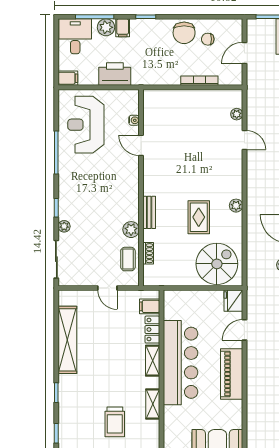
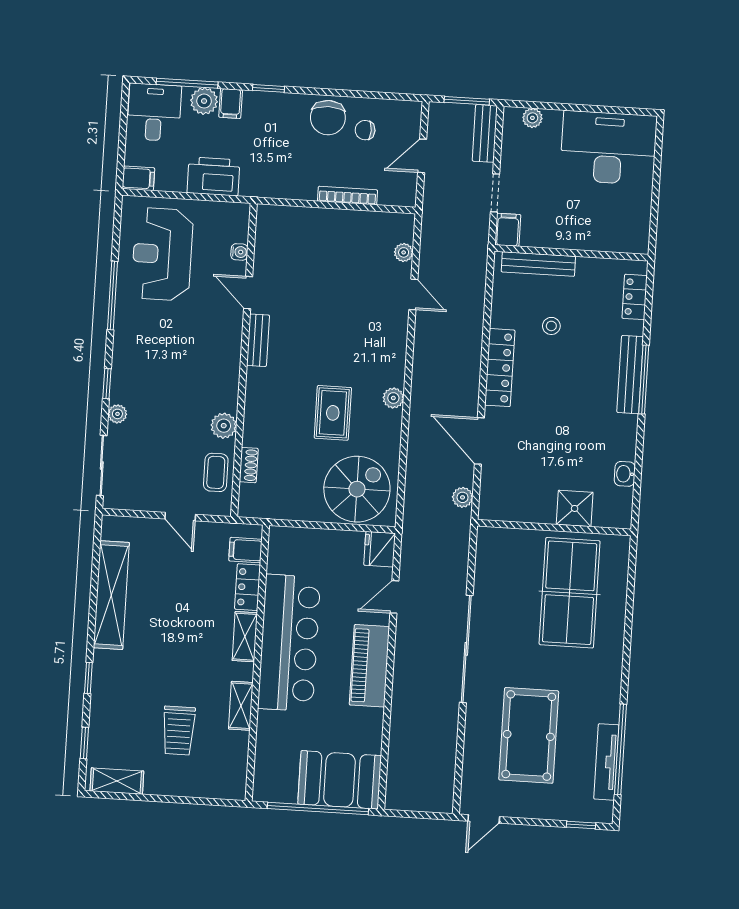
bench: (149, 212) -> (258, 340), moved

